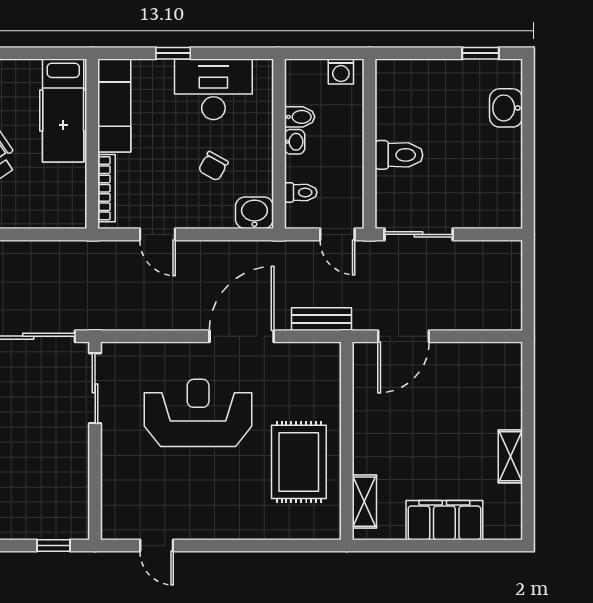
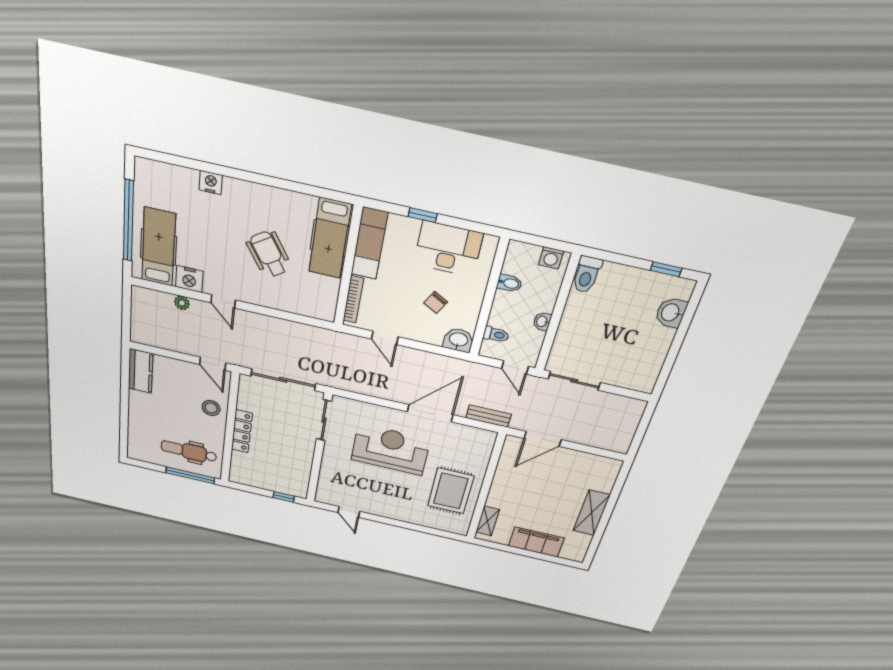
washbasin: (295, 142) -> (542, 321), moved, turned 180
toilet: (399, 155) -> (587, 275), moved, turned 90
shelving: (510, 456) -> (592, 513), width x1.50, depth x1.33

